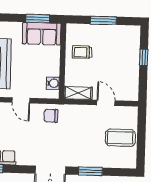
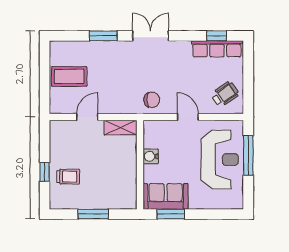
trolley: (82, 52) -> (68, 177), moved
water cooler: (53, 83) -> (151, 156), moved
door: (106, 103) -> (87, 117), swing flipped

